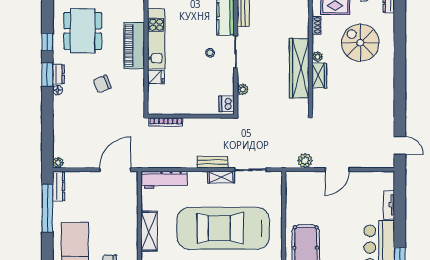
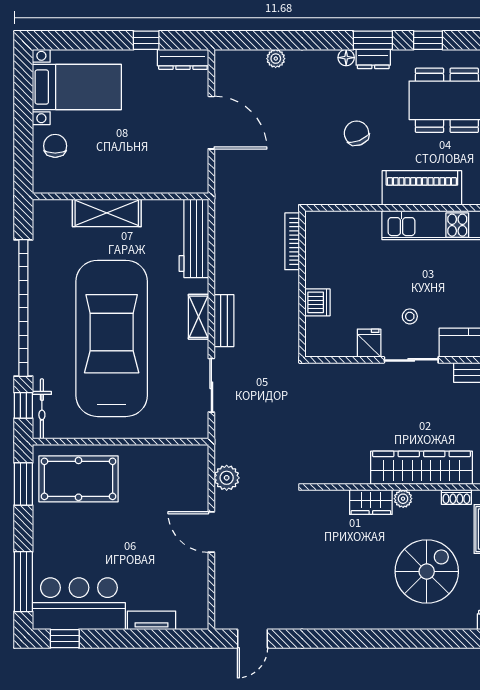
wardrobe: (299, 68) -> (421, 468), moved
fridge: (156, 77) -> (369, 343), moved, turned 180
plant: (243, 89) -> (347, 372), removed
dishwasher: (227, 104) -> (317, 302), moved, turned 90
plant: (58, 163) -> (276, 59), moved
door: (115, 170) -> (211, 123), moved
shelving: (221, 177) -> (198, 317), moved
window: (47, 208) -> (146, 40), width x0.32

